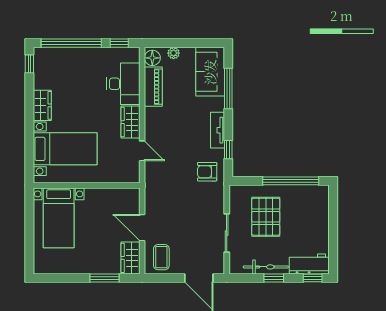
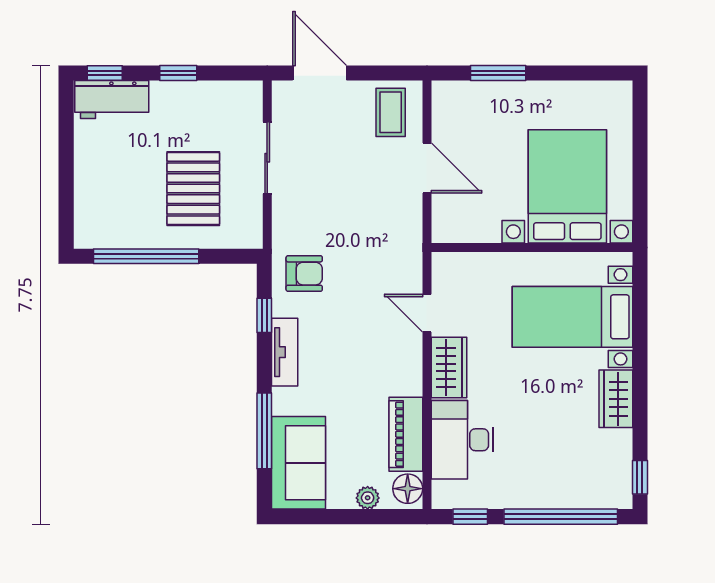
bed with nightstands: (59, 218) -> (567, 186), width x1.36
wardrobe: (130, 258) -> (449, 111), removed
bicycle: (266, 267) -> (193, 94), removed

